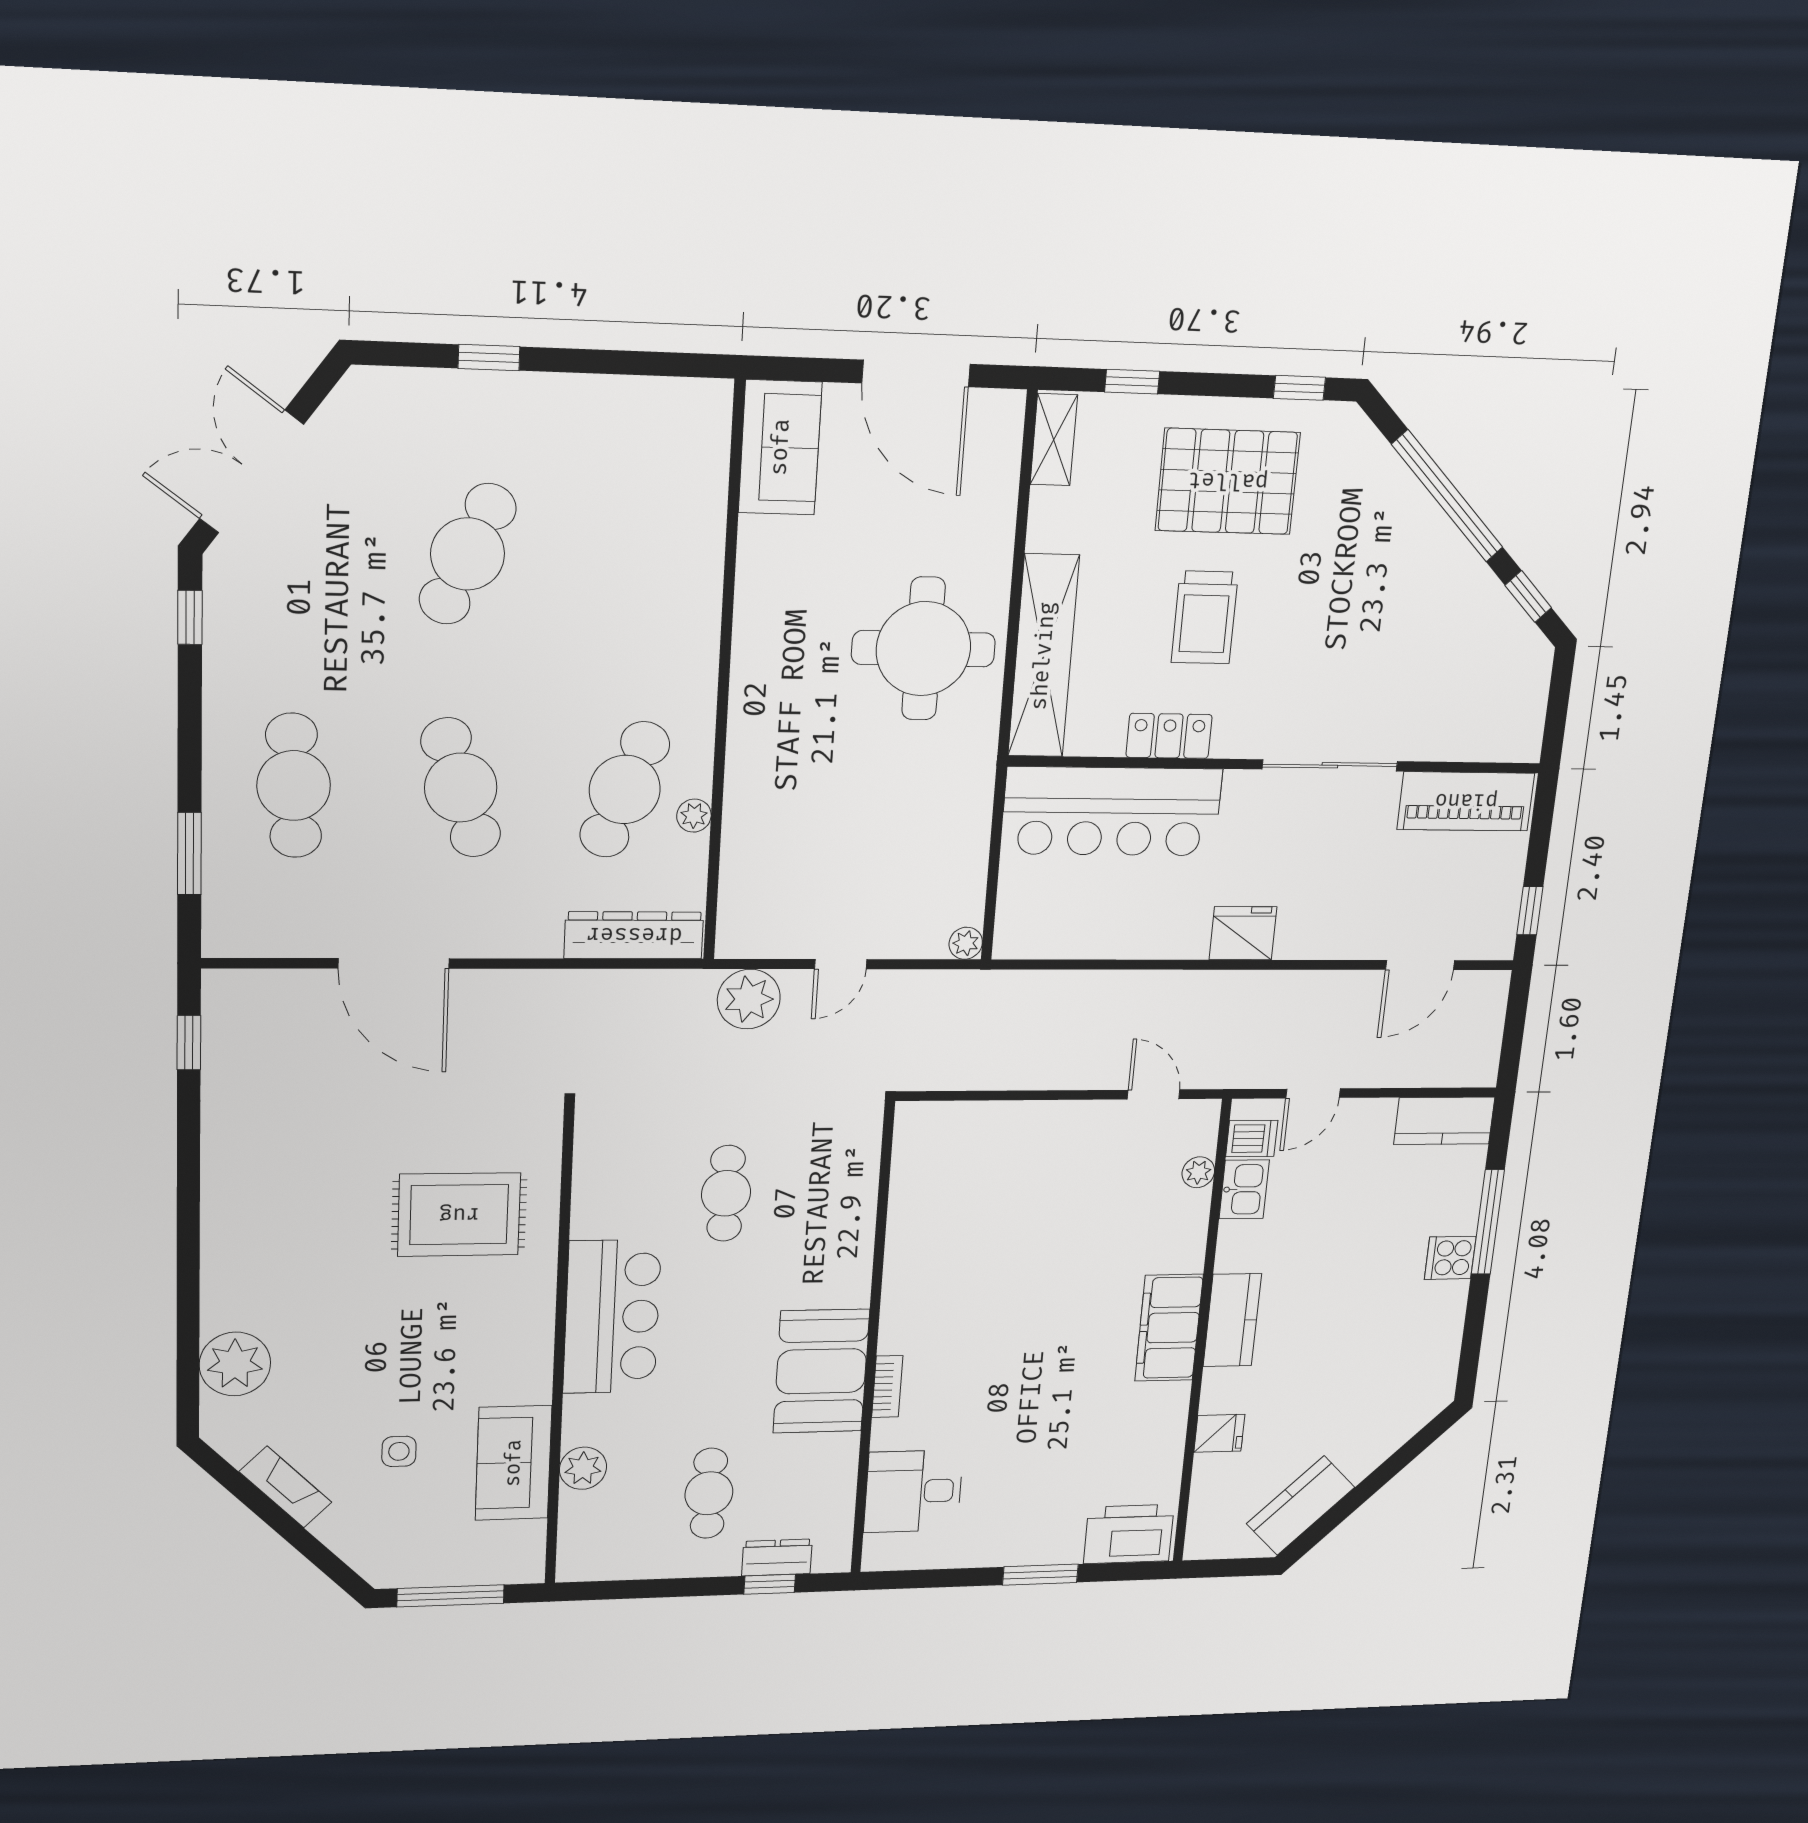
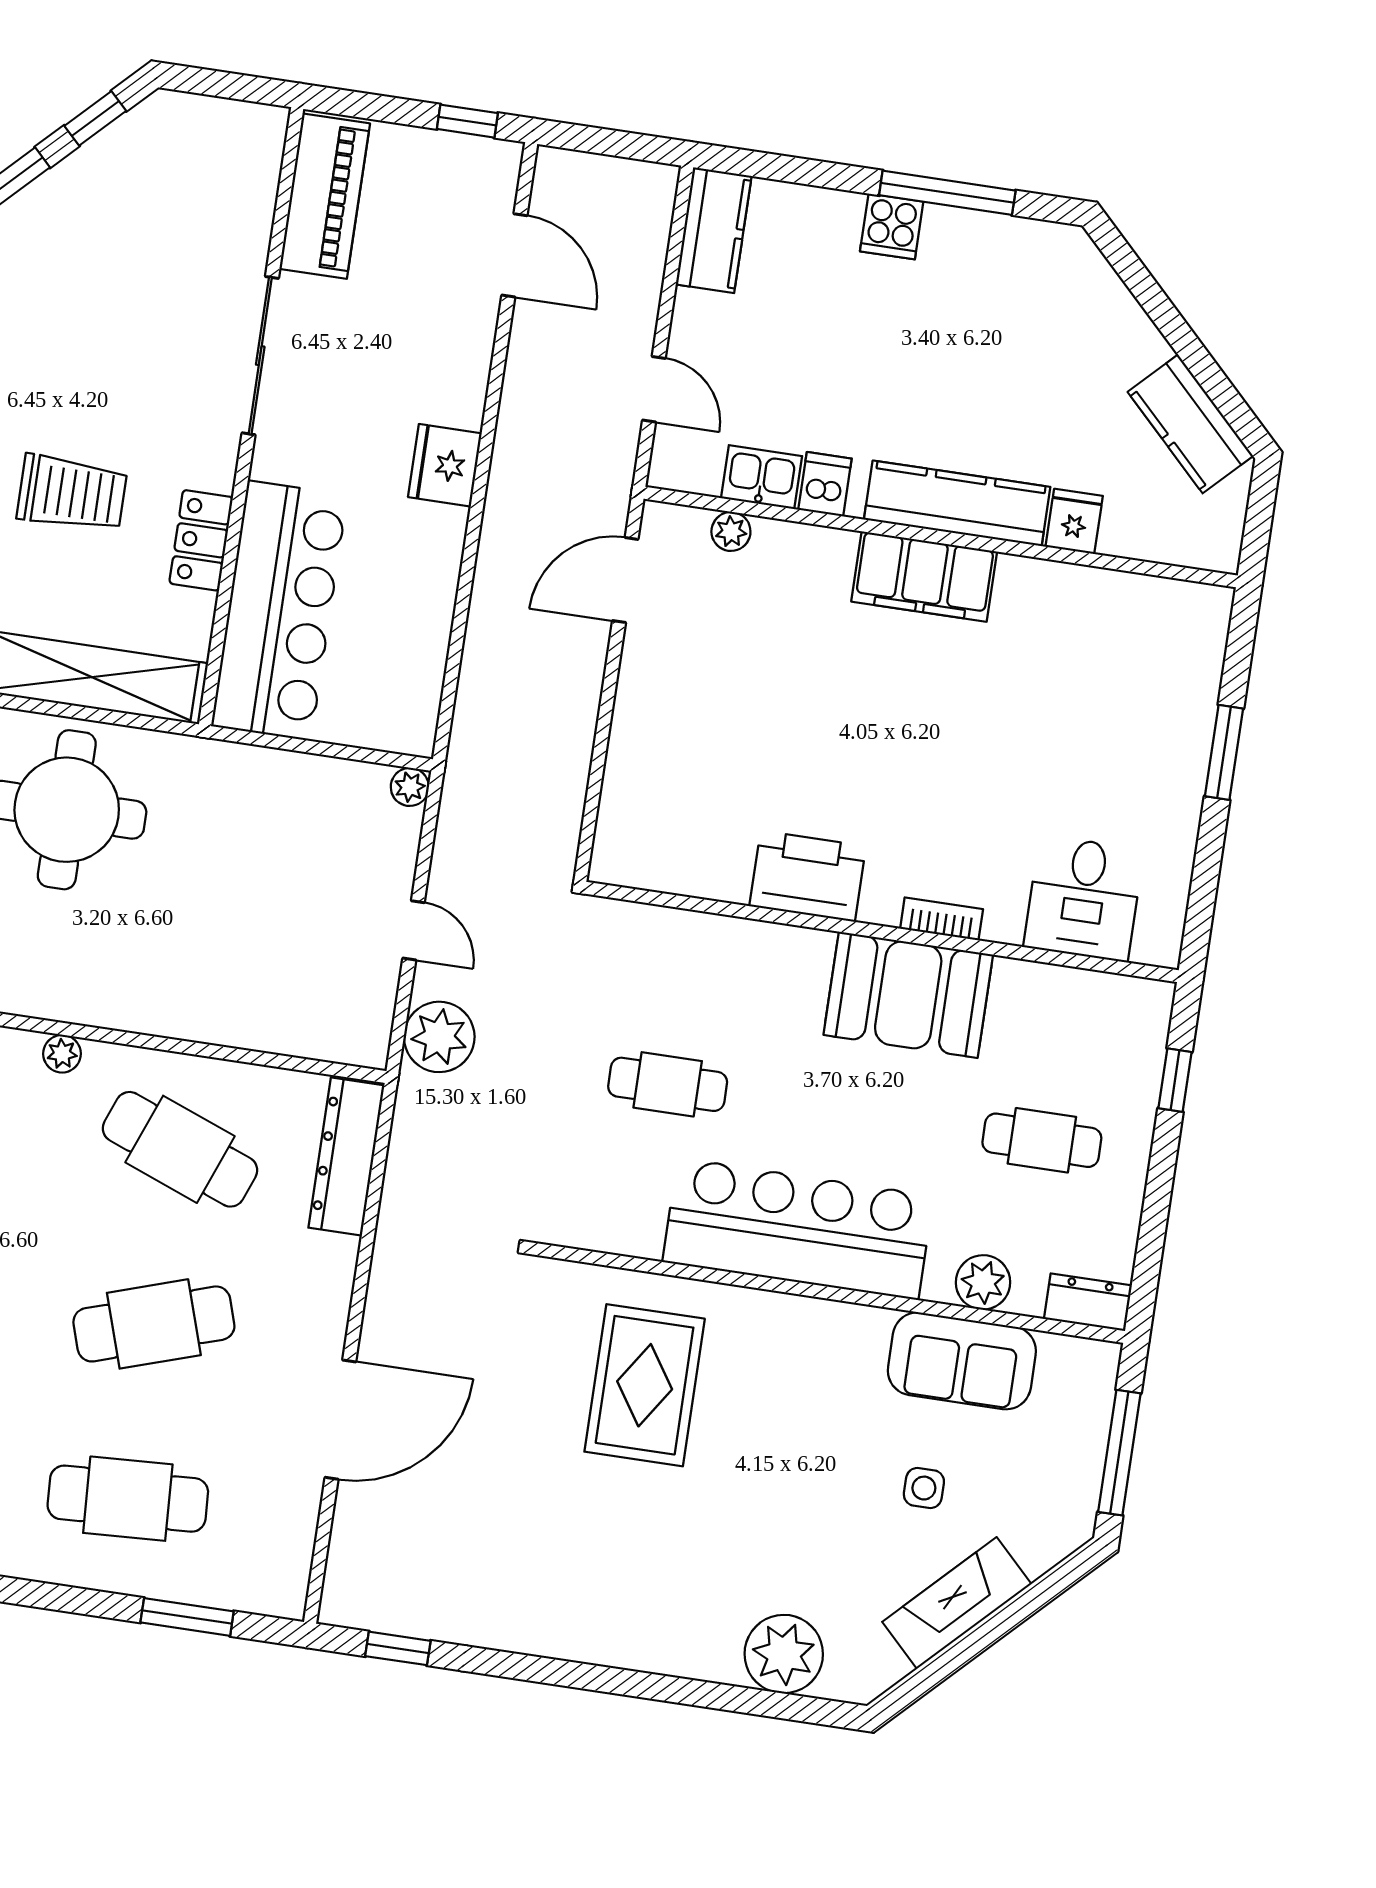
plant: (694, 816) -> (62, 1054), moved
door: (1154, 1094) -> (625, 580), width x1.38
dishwasher: (1252, 1139) -> (825, 484), moved
window: (1488, 1222) -> (947, 193), moved
bar counter: (612, 1317) -> (798, 1229), width x1.36
kitchen counter: (1232, 1320) -> (957, 503), width x1.50
fireplace: (285, 1487) -> (957, 1603), width x1.37, depth x1.32
printer: (1129, 1534) -> (808, 876), moved, turned 90
dresser: (777, 1557) -> (1088, 1302), moved, turned 90

